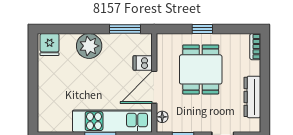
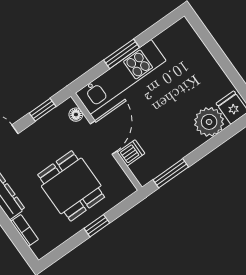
plant: (89, 46) -> (209, 122), moved
bookcase: (255, 47) -> (25, 230), moved

